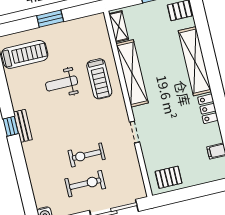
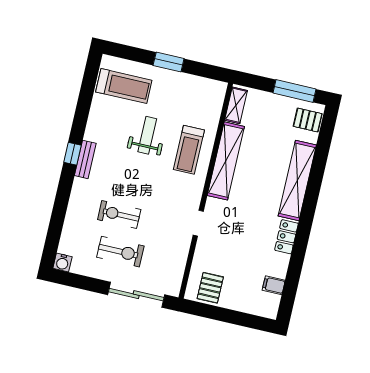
weight bench: (62, 83) -> (147, 135), turned 90
exercise bike: (87, 155) -> (119, 215), moved
pallet: (169, 177) -> (210, 288), turned 90

